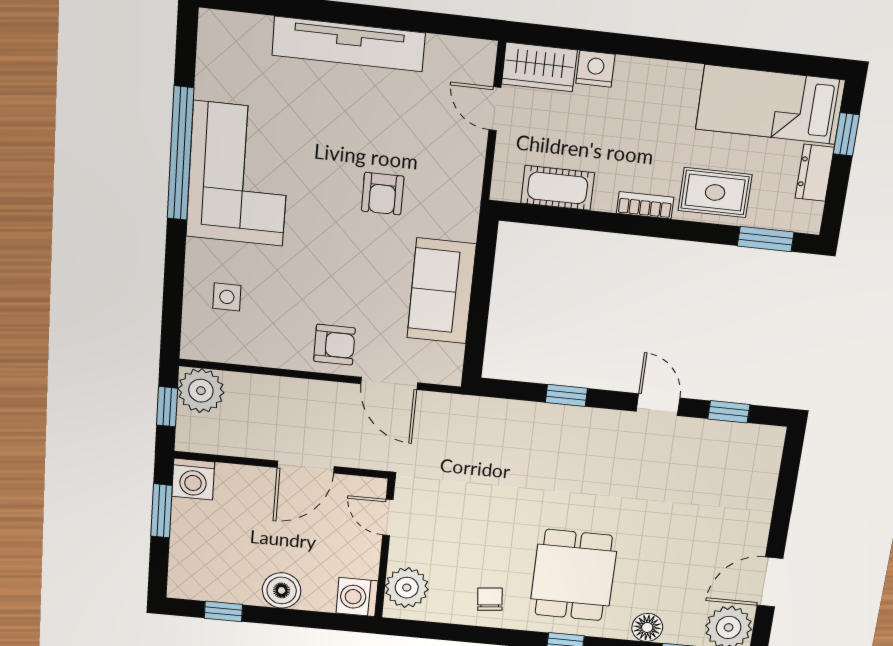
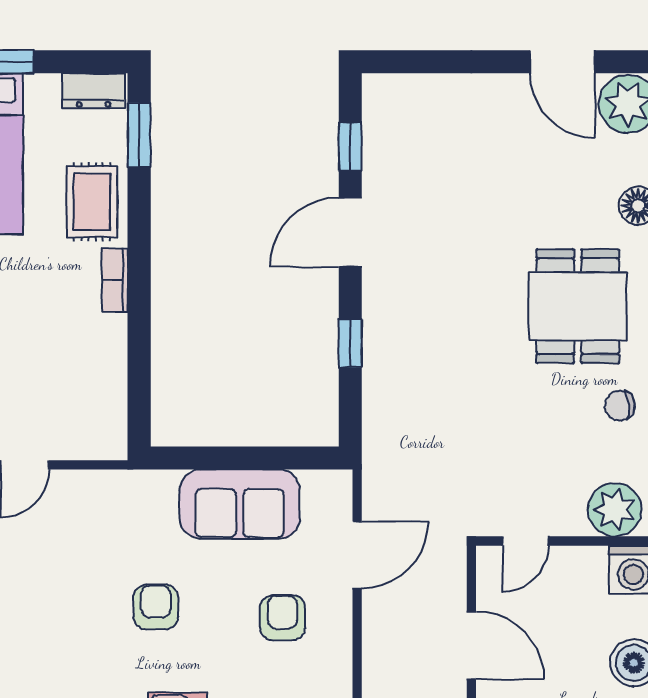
dresser: (815, 173) -> (93, 91), moved
cot: (558, 188) -> (106, 383), removed
armchair: (383, 194) -> (156, 607), moved, turned -90
armchair: (334, 345) -> (282, 618), moved
door: (658, 405) -> (350, 232), width x1.38
dining table: (574, 575) -> (578, 306), turned 90

